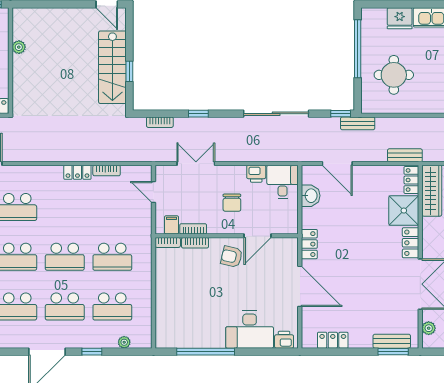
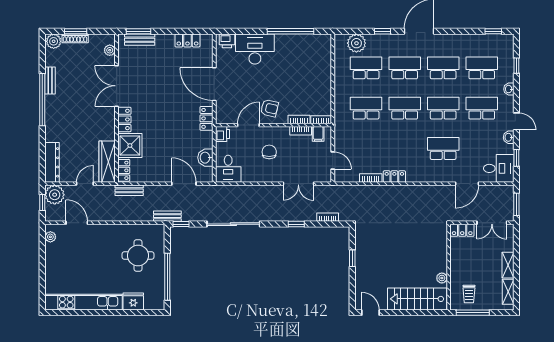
stairs: (112, 67) -> (417, 299), moved, turned -90
printer: (256, 174) -> (222, 134), moved, turned 90
plant: (124, 342) -> (356, 43), width x1.88, depth x1.88

